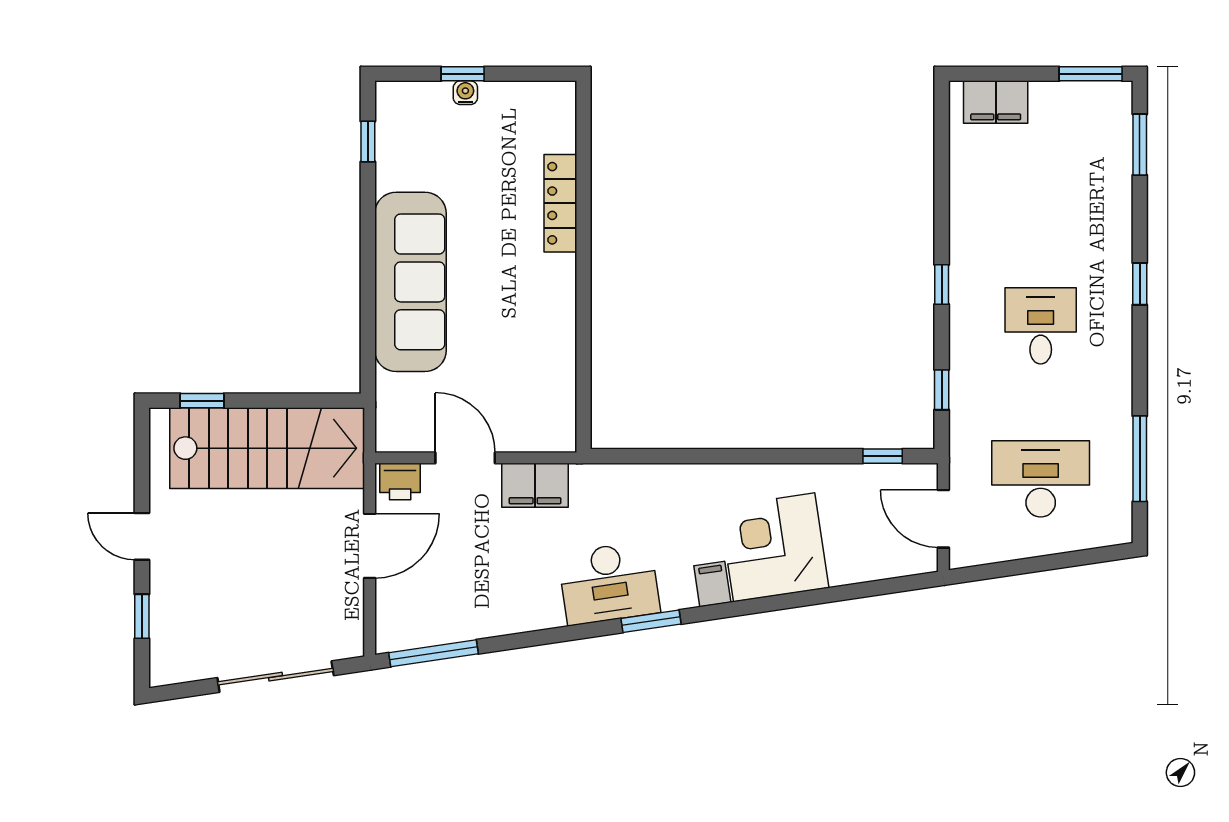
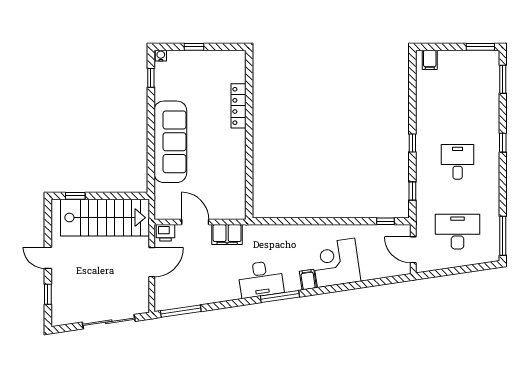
water cooler: (465, 93) -> (161, 56), moved
filing cabinet: (996, 102) -> (430, 60), width x0.50
window: (1140, 459) -> (503, 236), moved
window: (651, 621) -> (280, 296), width x1.44

